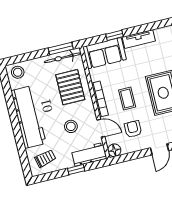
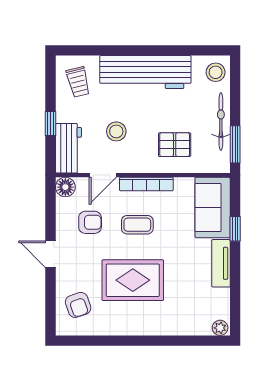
bicycle: (63, 58) -> (221, 121), moved
pallet: (70, 87) -> (175, 145), width x0.67, depth x0.71

